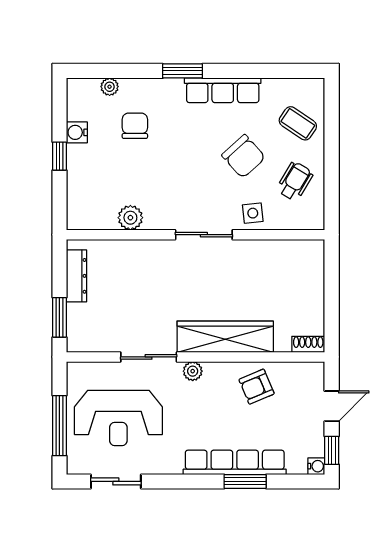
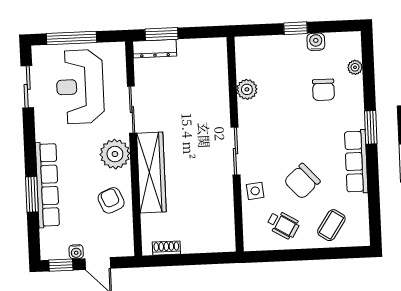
chair: (135, 126) -> (323, 90), turned 90
dresser: (77, 276) -> (155, 49), moved
shoe rack: (308, 344) -> (166, 248), moved, turned -90
plant: (193, 371) -> (115, 154), width x1.88, depth x1.88
water cooler: (316, 466) -> (76, 252), moved

